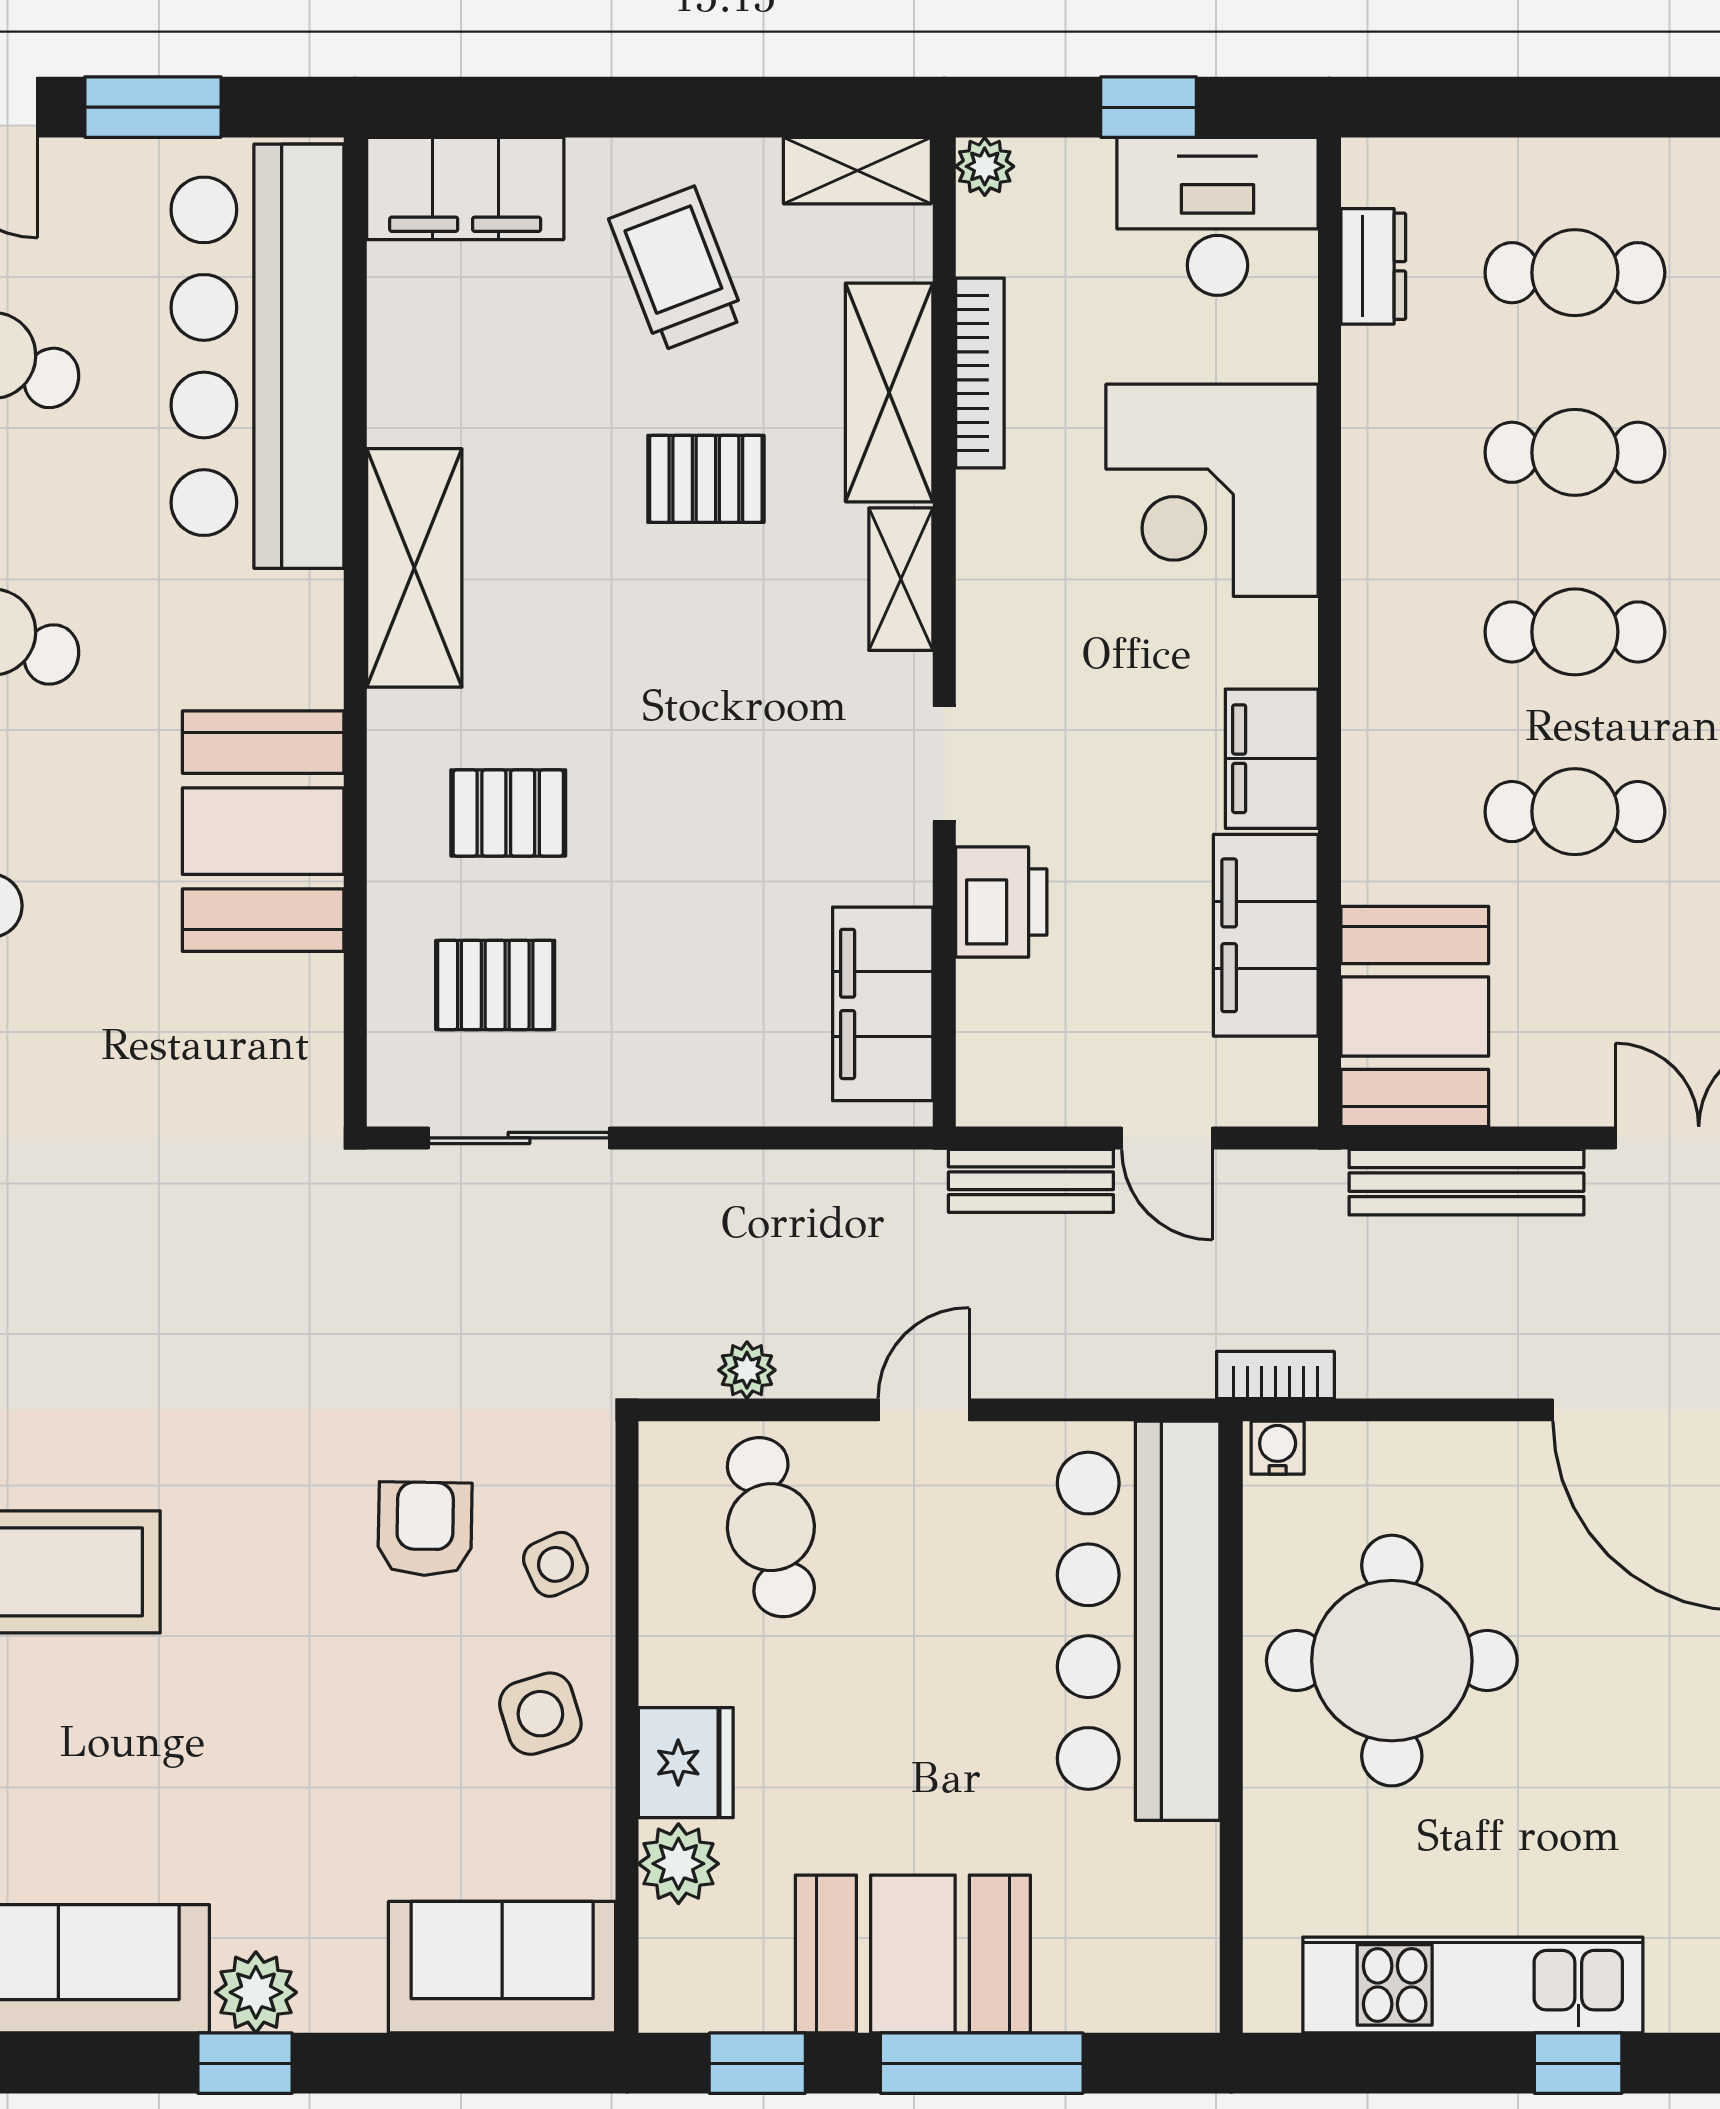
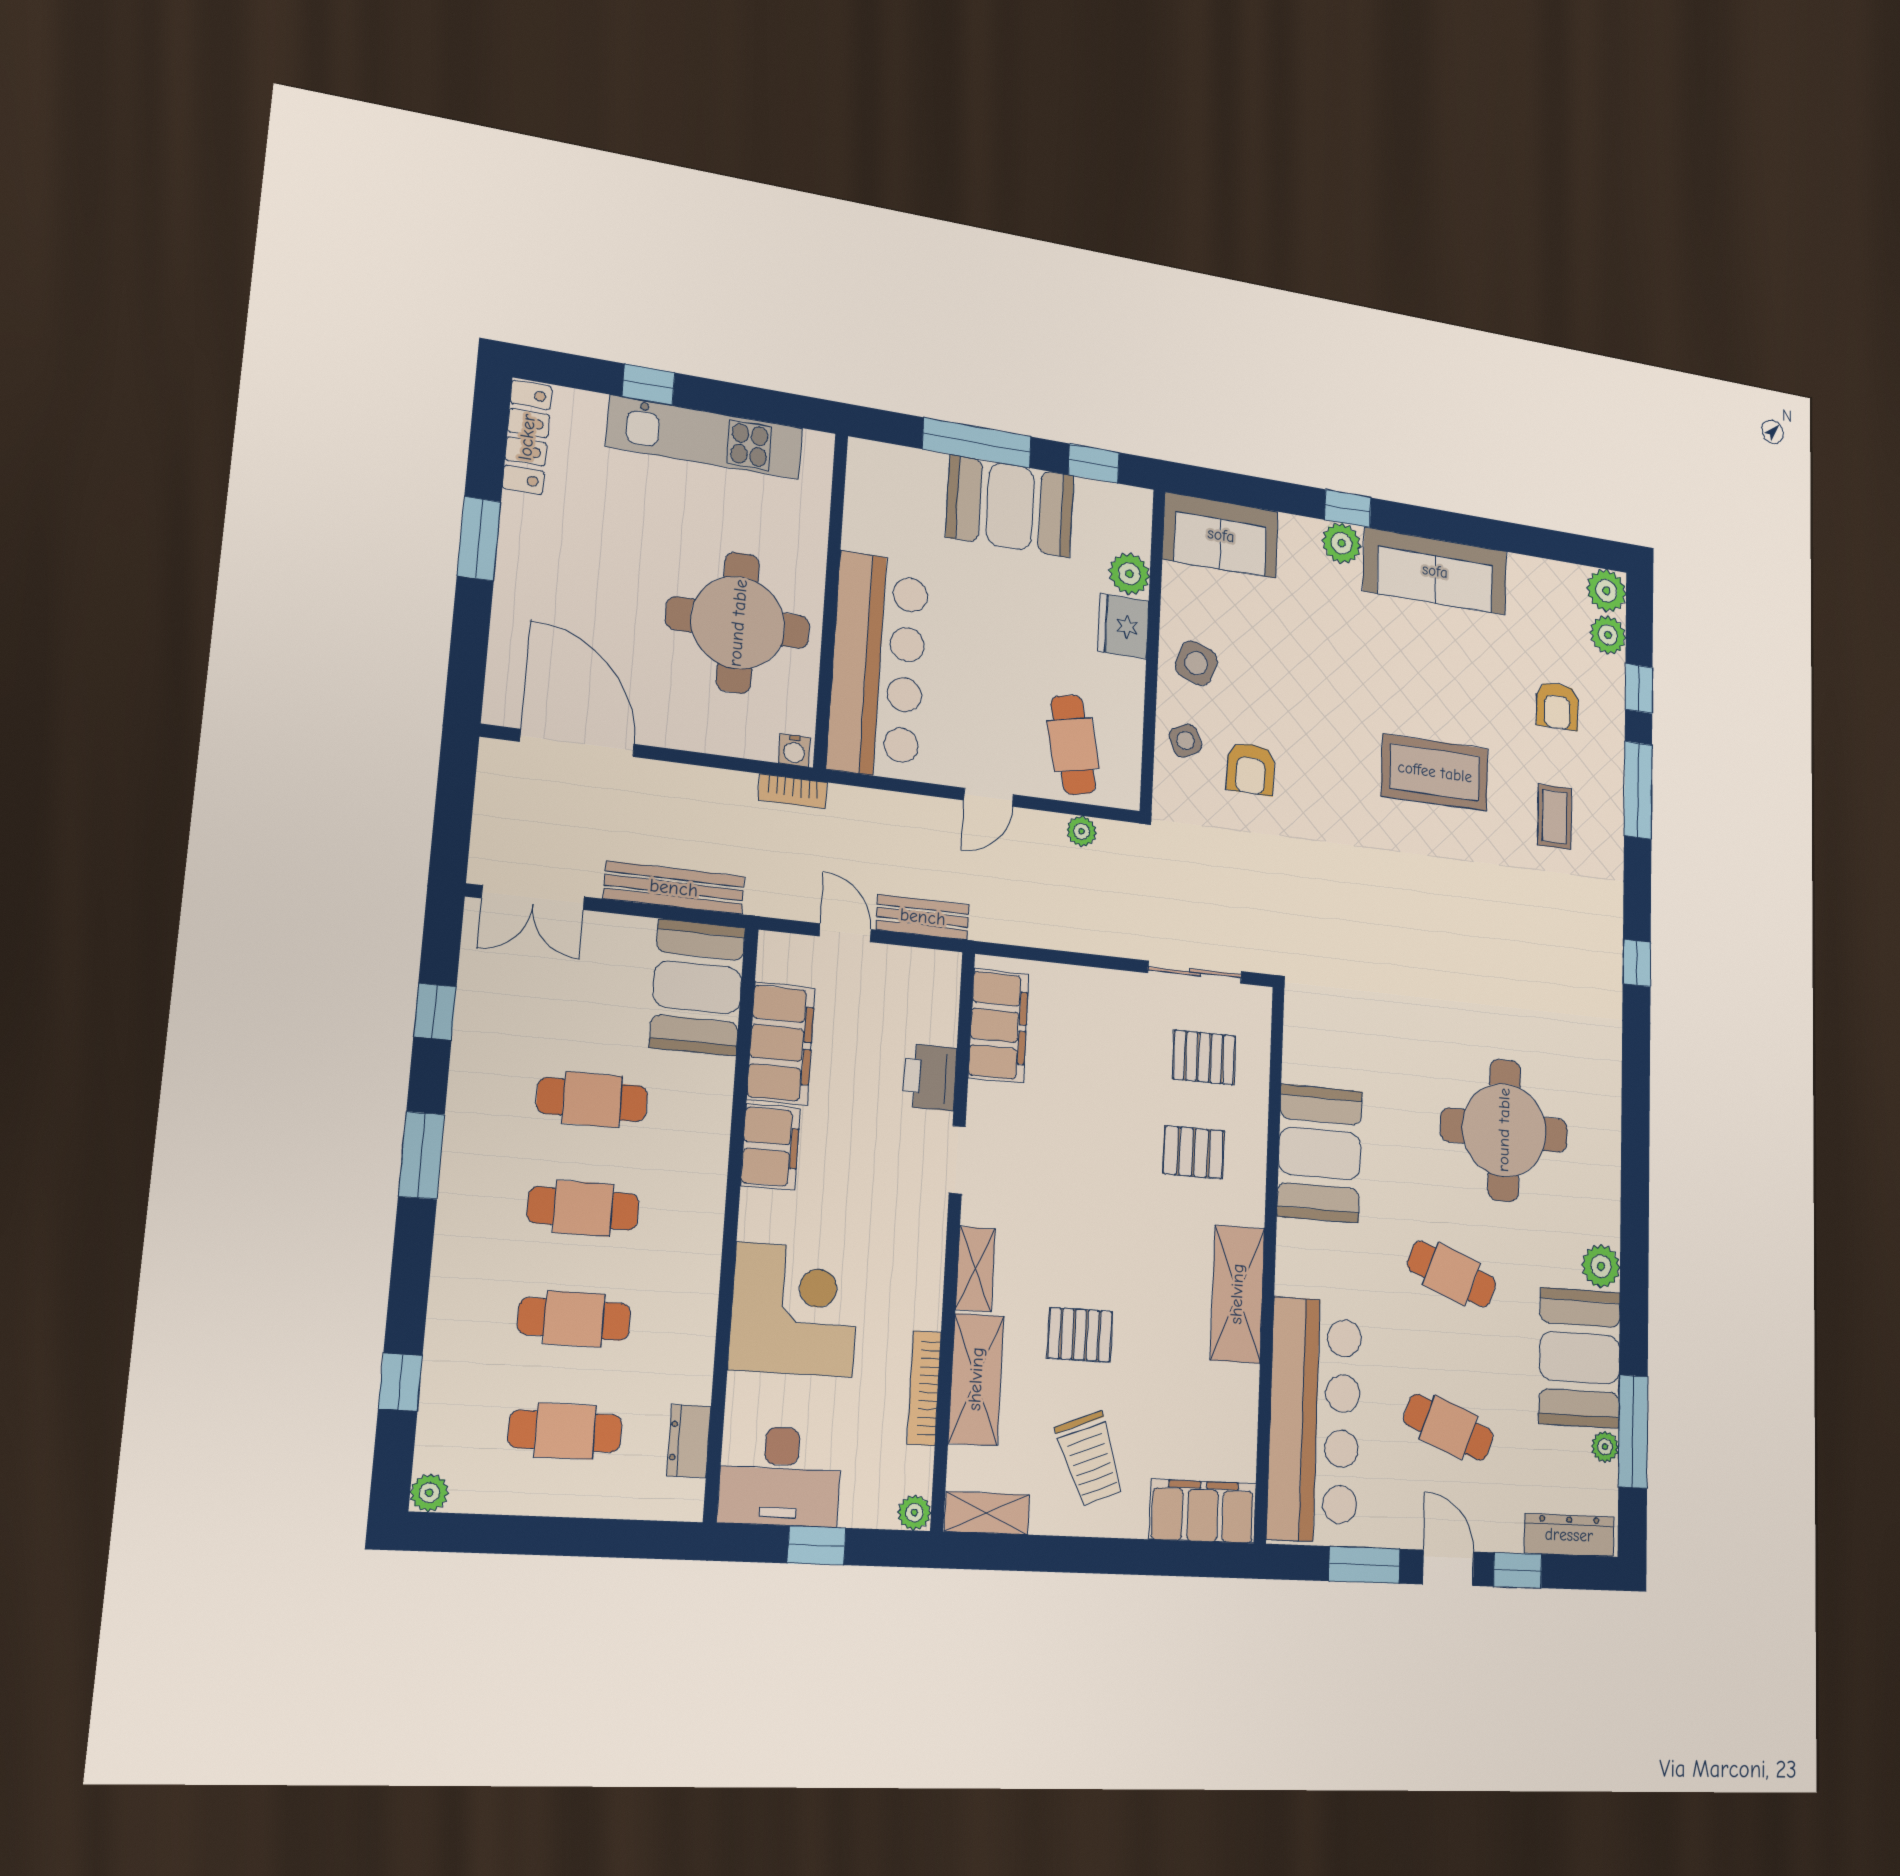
side table: (540, 1714) -> (1196, 663), turned 37

